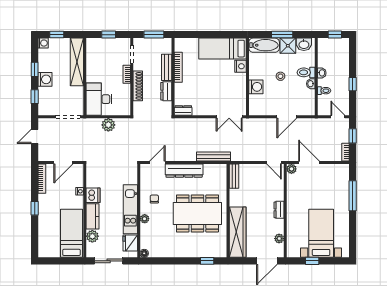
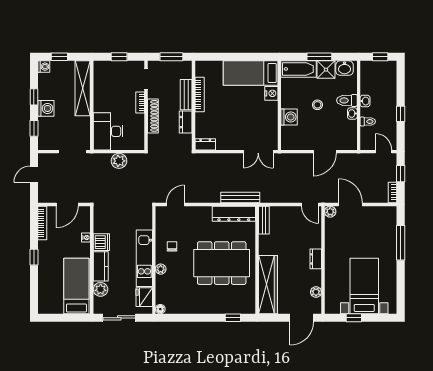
dresser: (184, 171) -> (234, 214), moved

